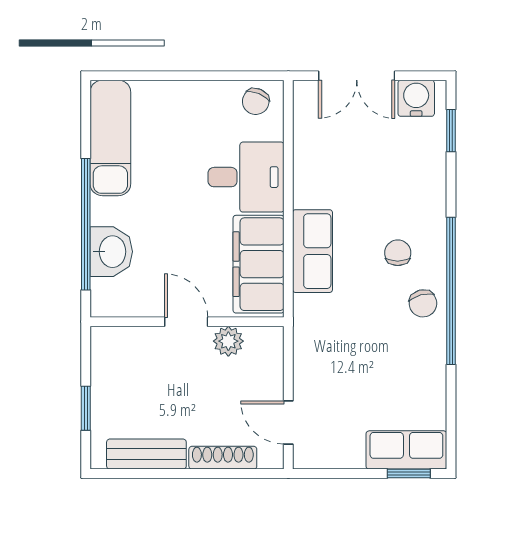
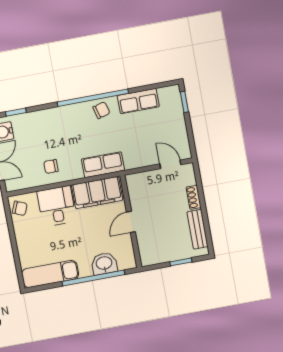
row of seats: (313, 251) -> (103, 165), moved
chair: (398, 253) -> (51, 166), moved
plant: (228, 341) -> (137, 200), removed
door: (288, 423) -> (170, 164), swing flipped
row of seats: (406, 450) -> (138, 101), moved, turned -90
shoe rack: (223, 458) -> (194, 197), width x0.70

